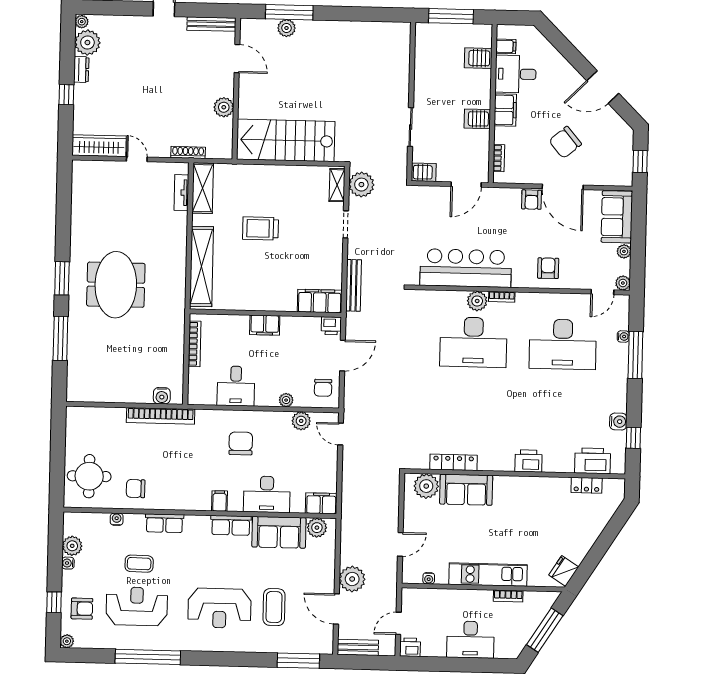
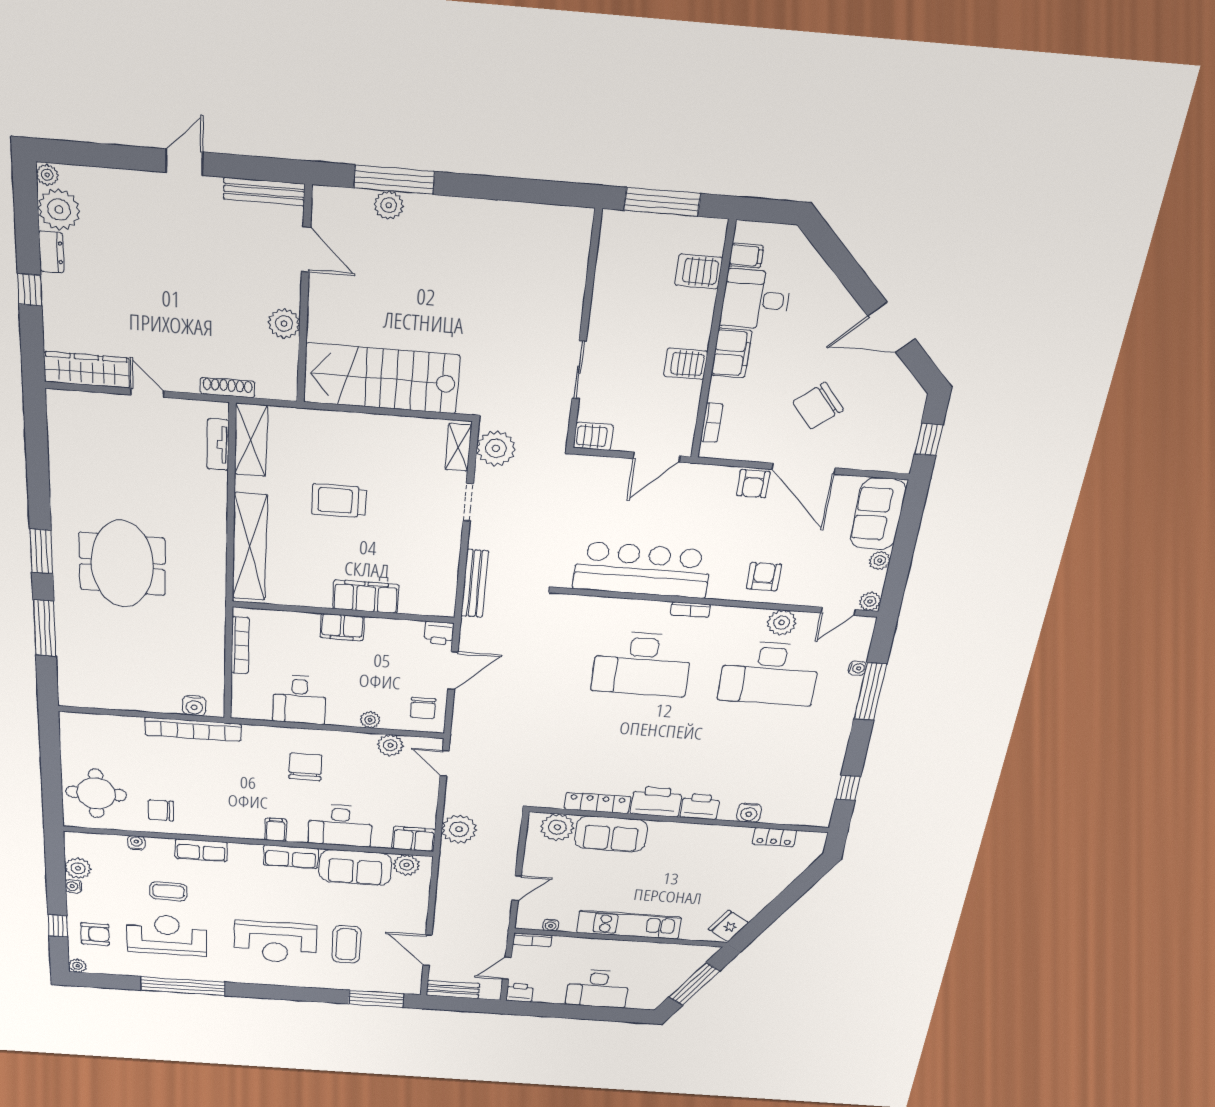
filing cabinet: (320, 301) -> (366, 597), moved
plant: (477, 301) -> (782, 622), moved
water cooler: (618, 422) -> (749, 813), moved, turned 90
printer: (592, 461) -> (656, 802), moved
plant: (352, 579) -> (459, 829), moved
bookcase: (508, 596) -> (532, 940), moved

